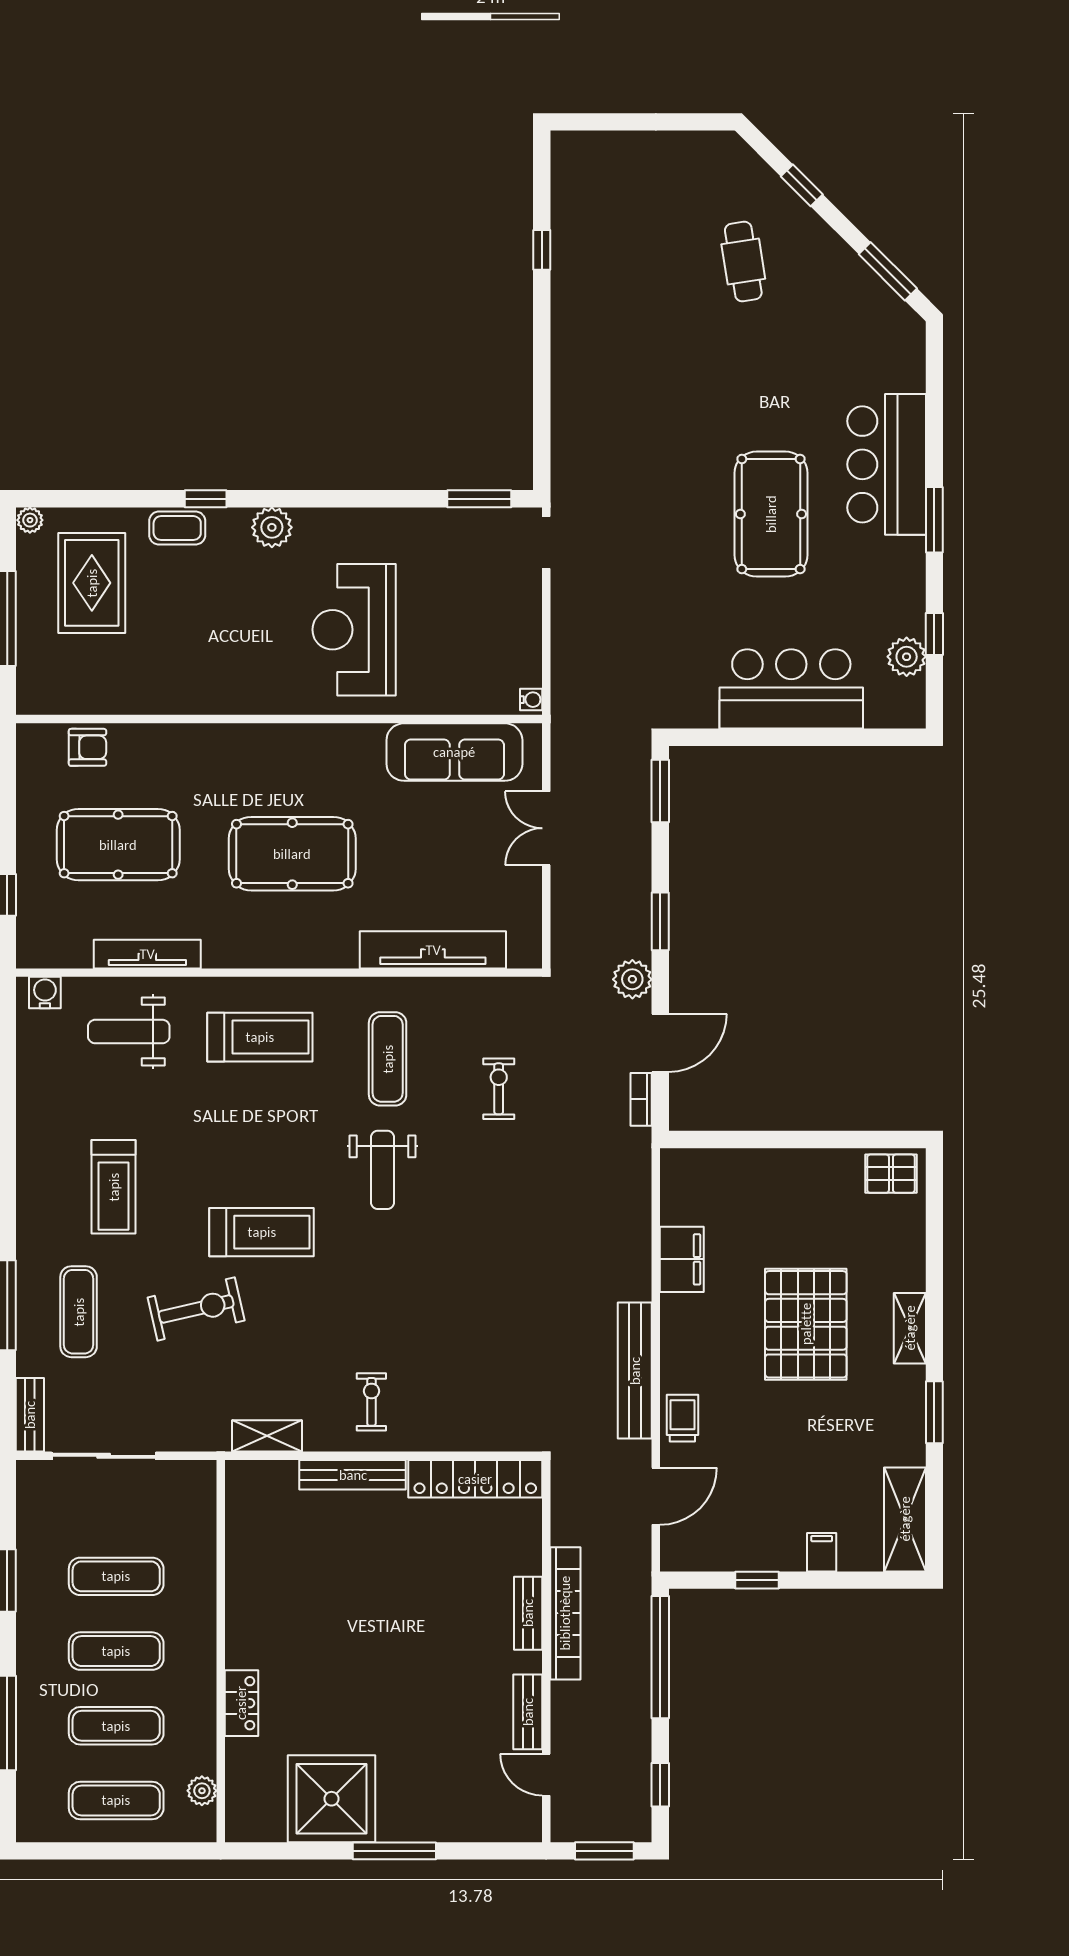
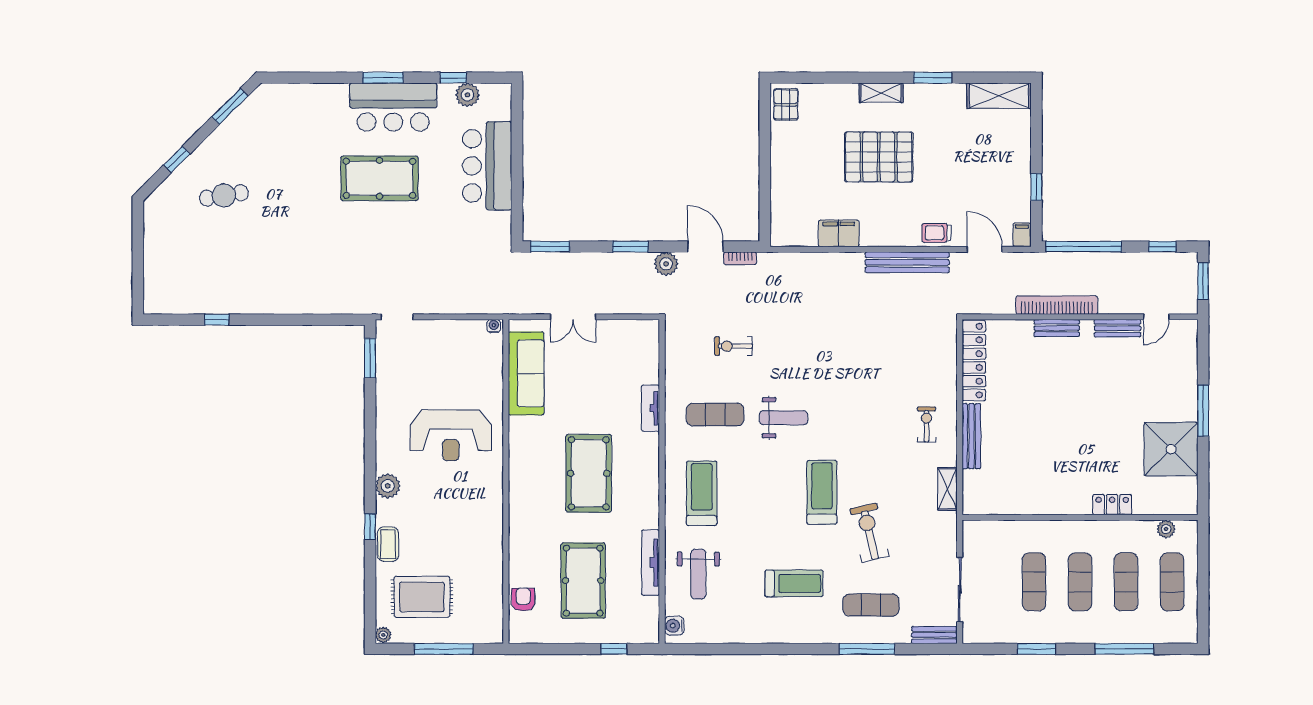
bar counter: (887, 464) -> (393, 107), moved
tv unit: (433, 950) -> (651, 408), width x0.52, depth x0.78
exercise bike: (371, 1402) -> (926, 425), turned 90
filing cabinet: (822, 1552) -> (1022, 235), moved, turned 90

